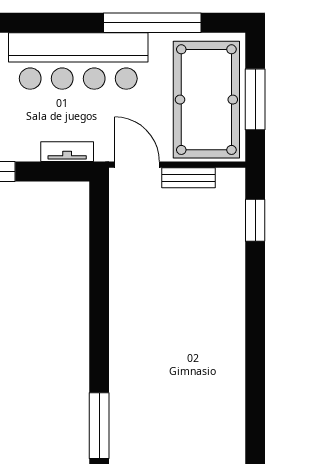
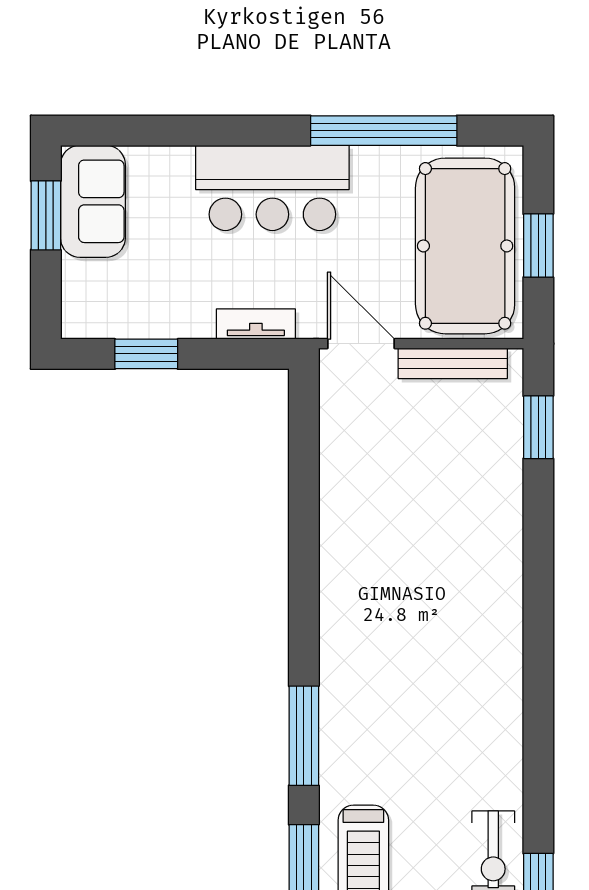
bar counter: (78, 61) -> (272, 188), width x0.73
window: (255, 99) -> (538, 246), width x0.69
bench: (188, 178) -> (453, 363), width x1.36

